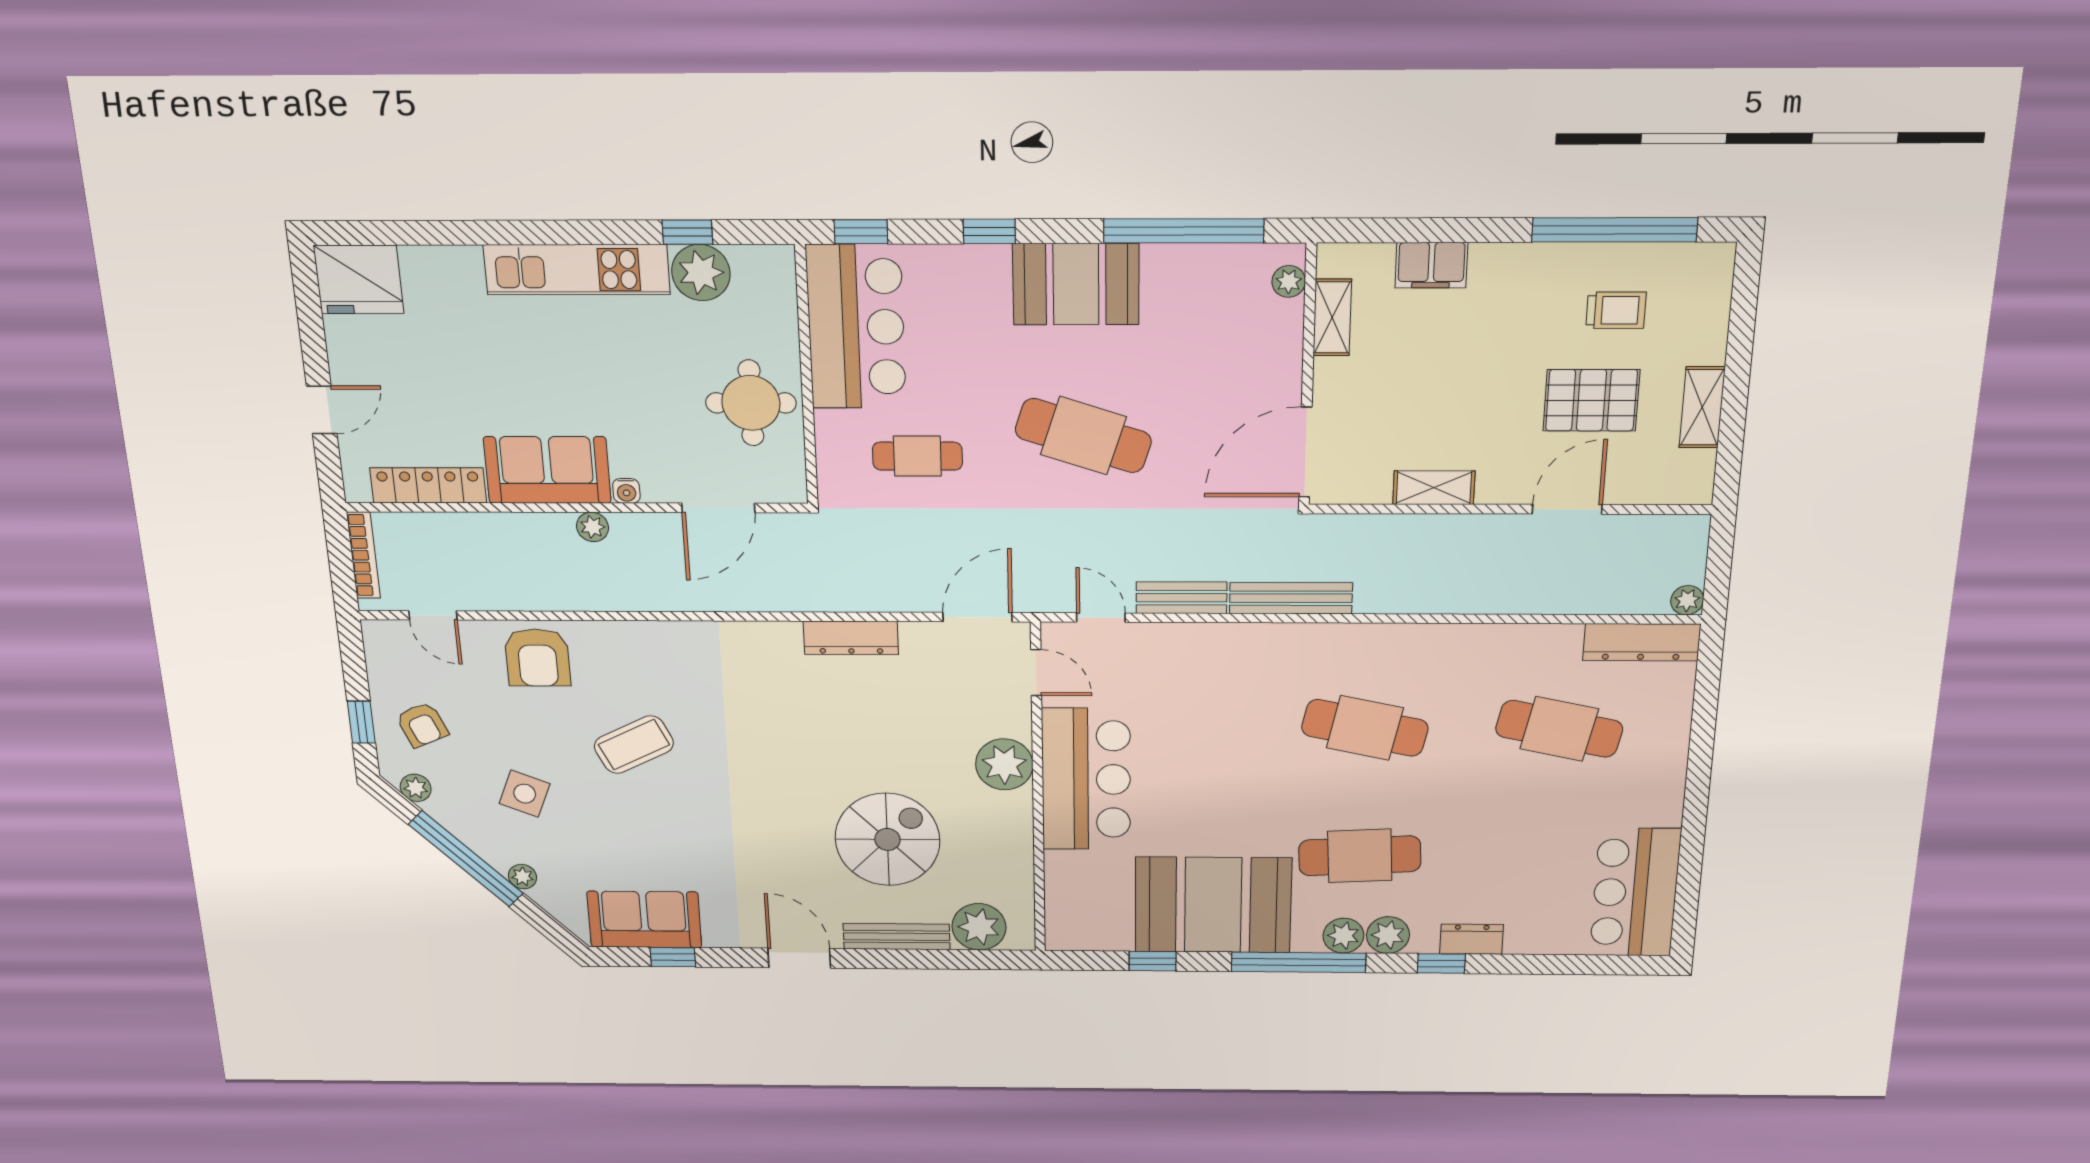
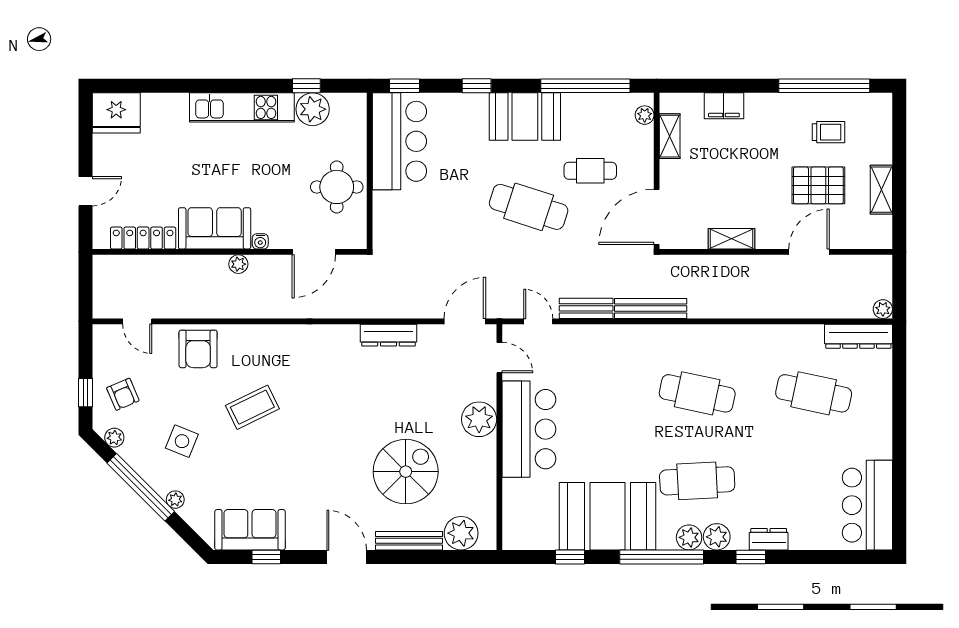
cafe table: (917, 456) -> (590, 171), moved
bookcase: (363, 555) -> (100, 282), removed

